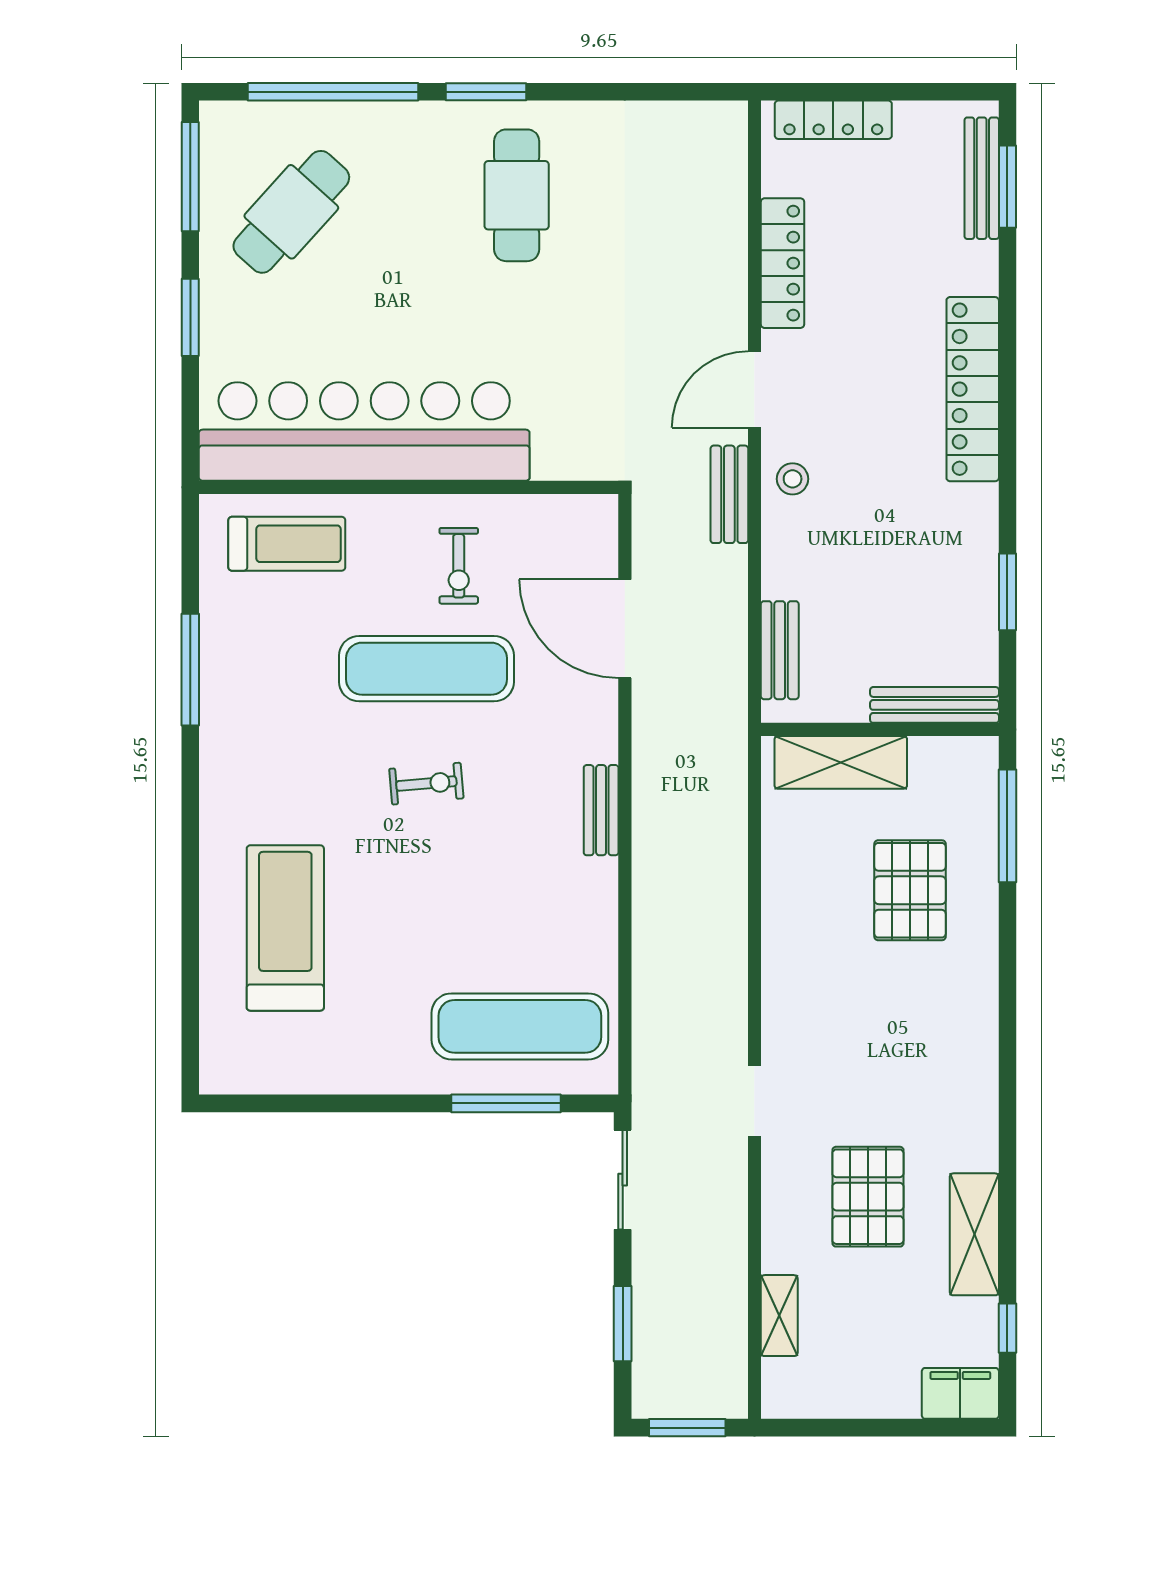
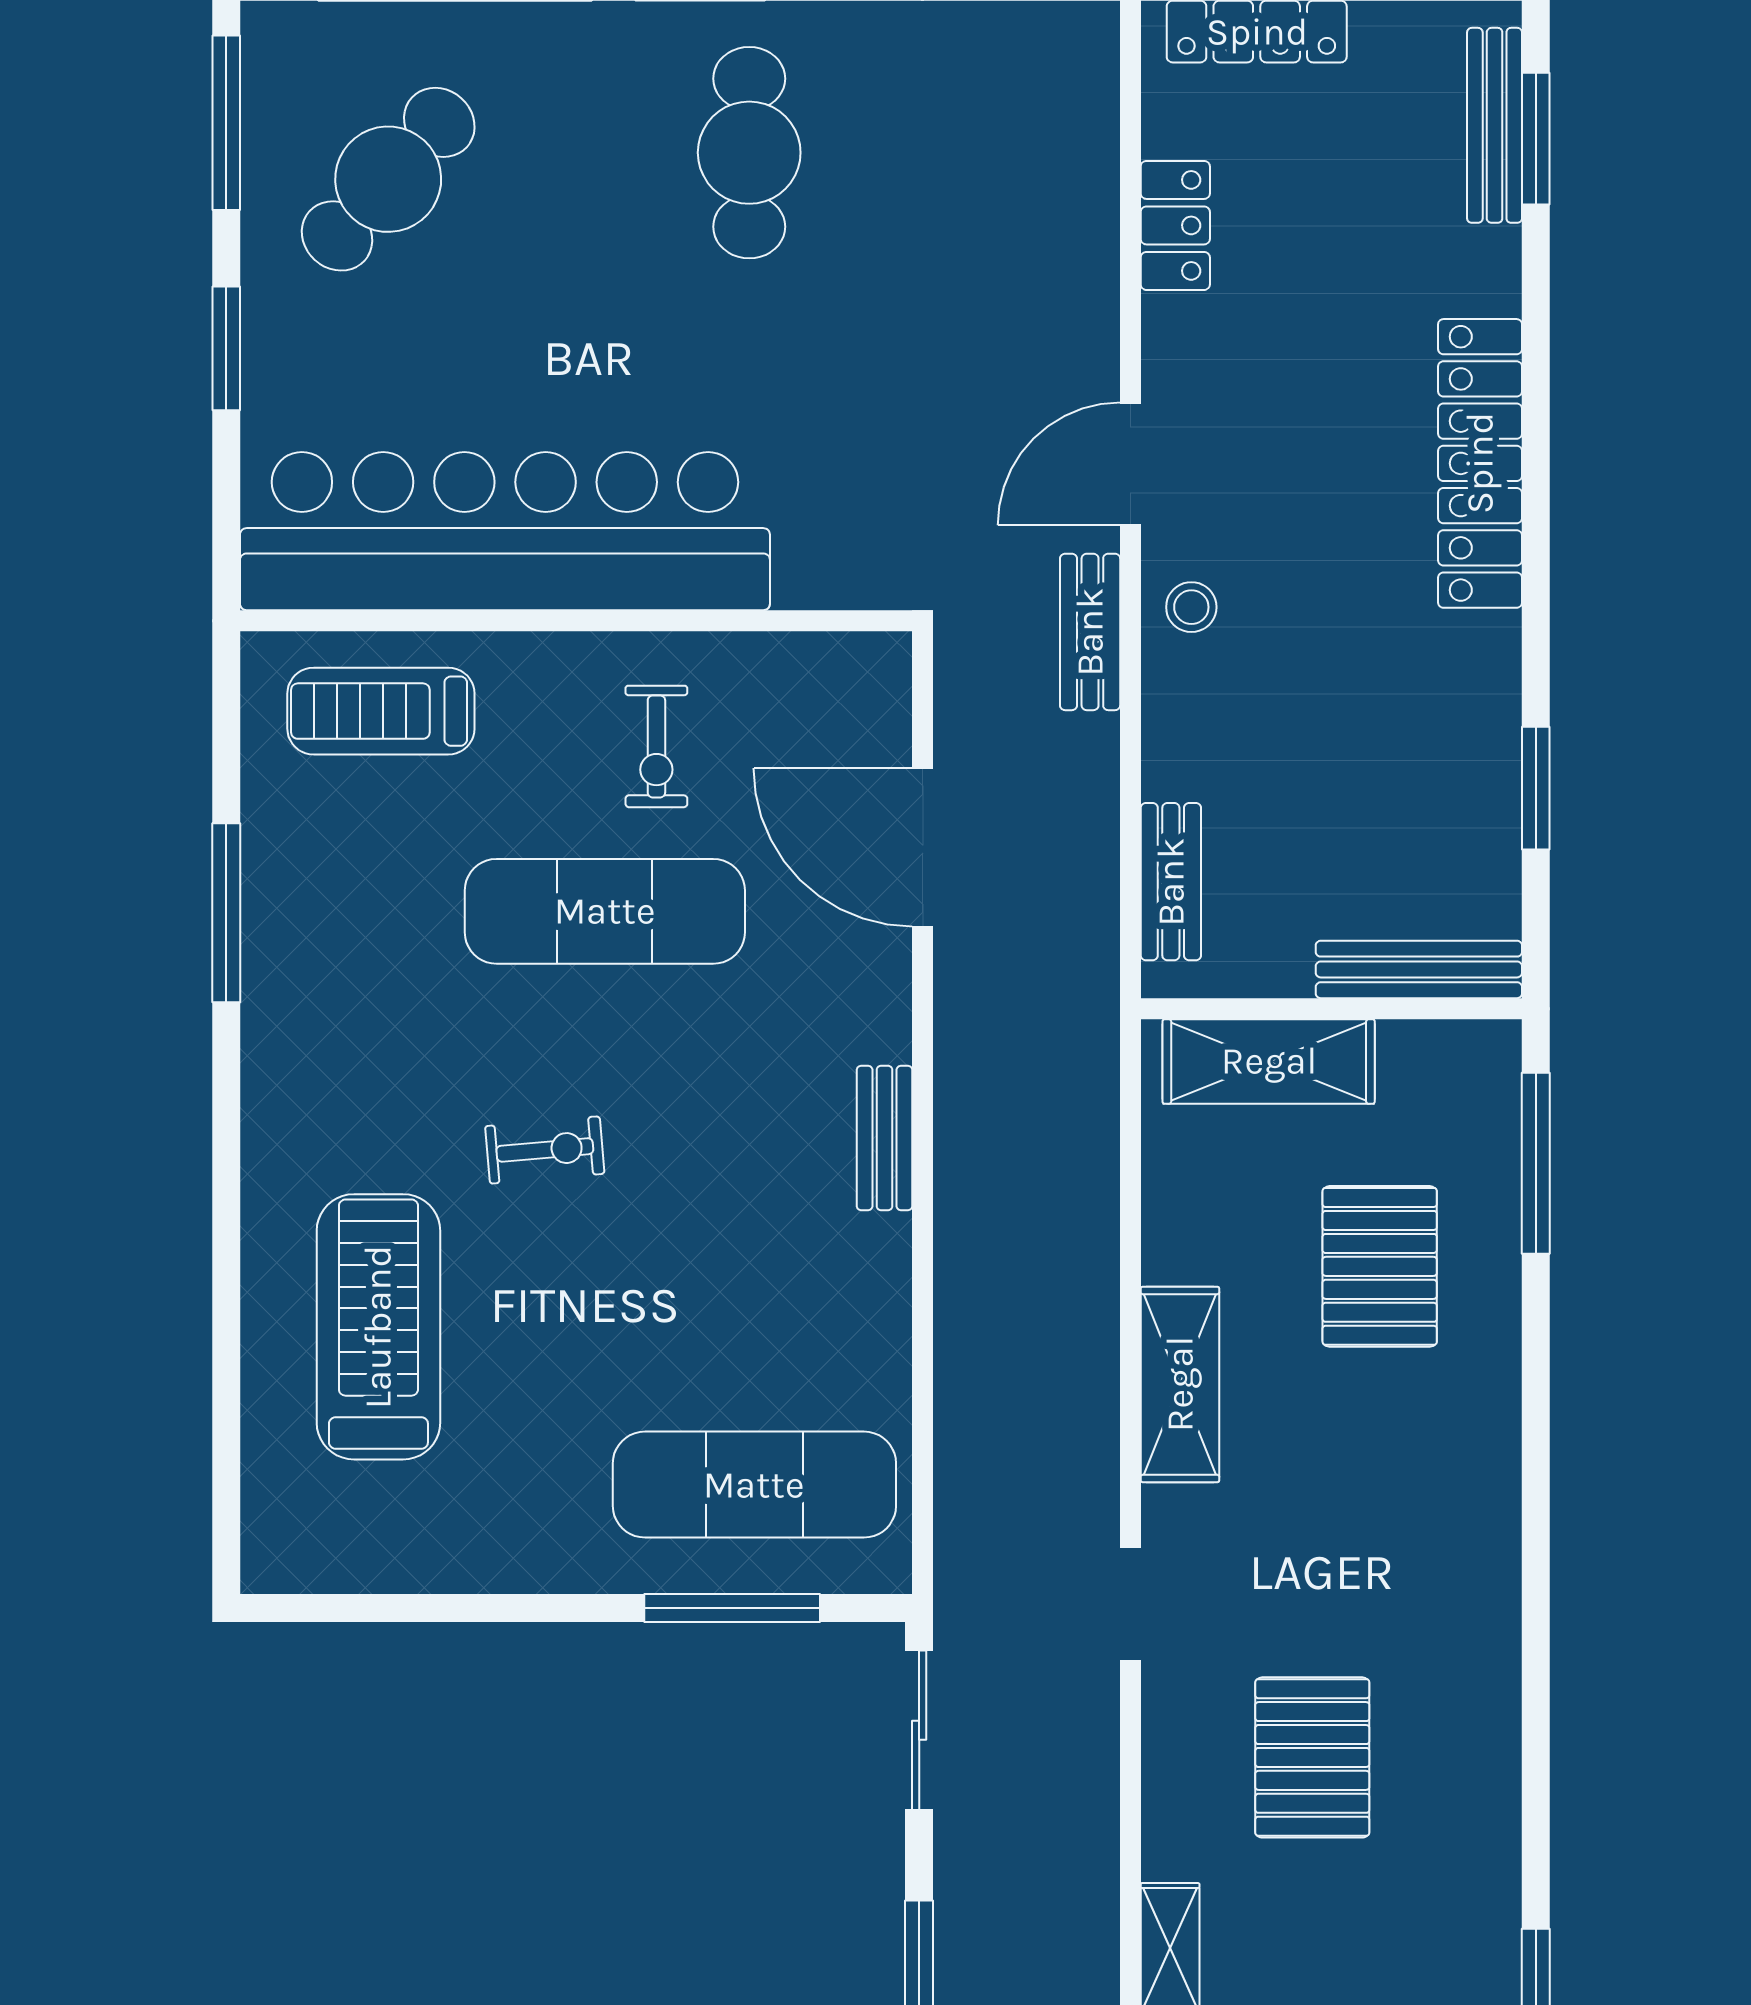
locker: (782, 263) -> (1175, 225), width x0.66
treadmill: (287, 544) -> (381, 711), turned 180
exercise bike: (426, 784) -> (545, 1150), moved
shelving: (974, 1234) -> (1180, 1384), moved

